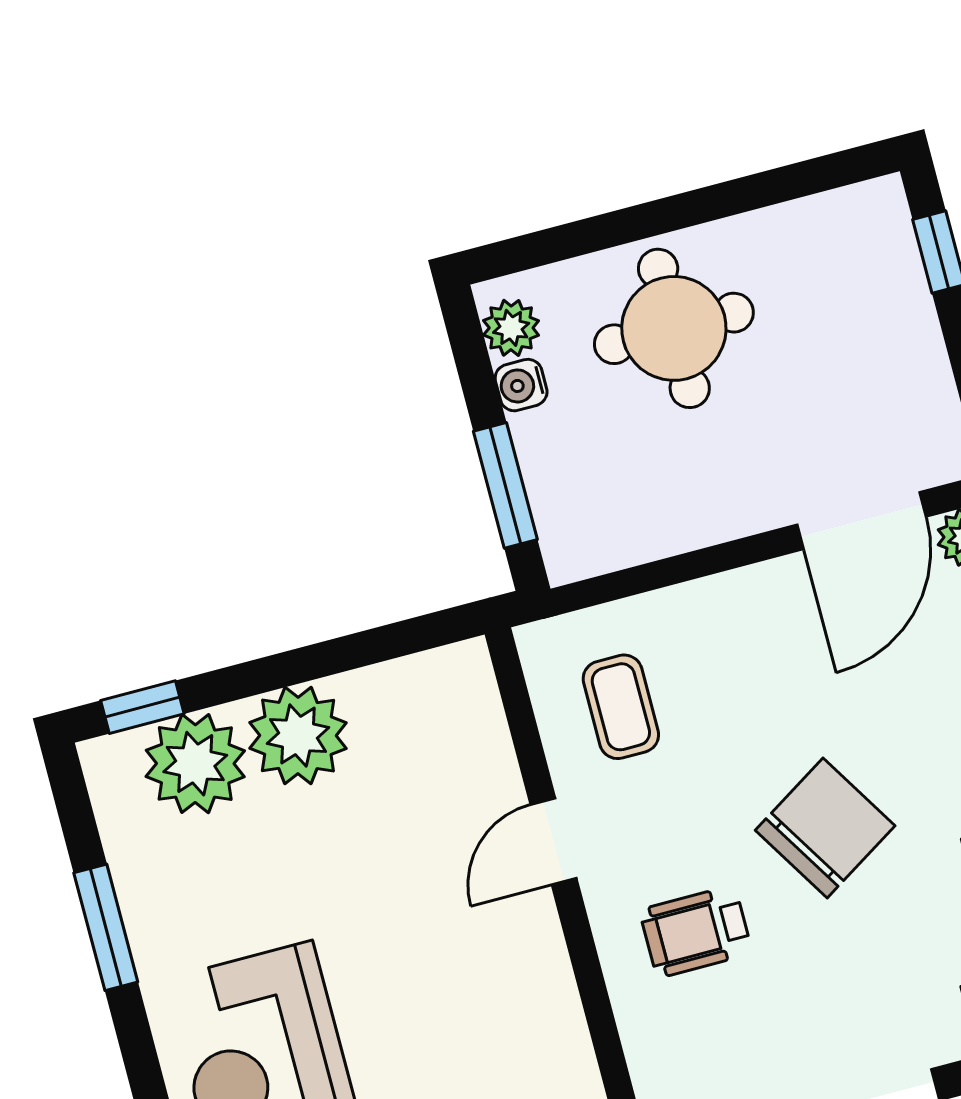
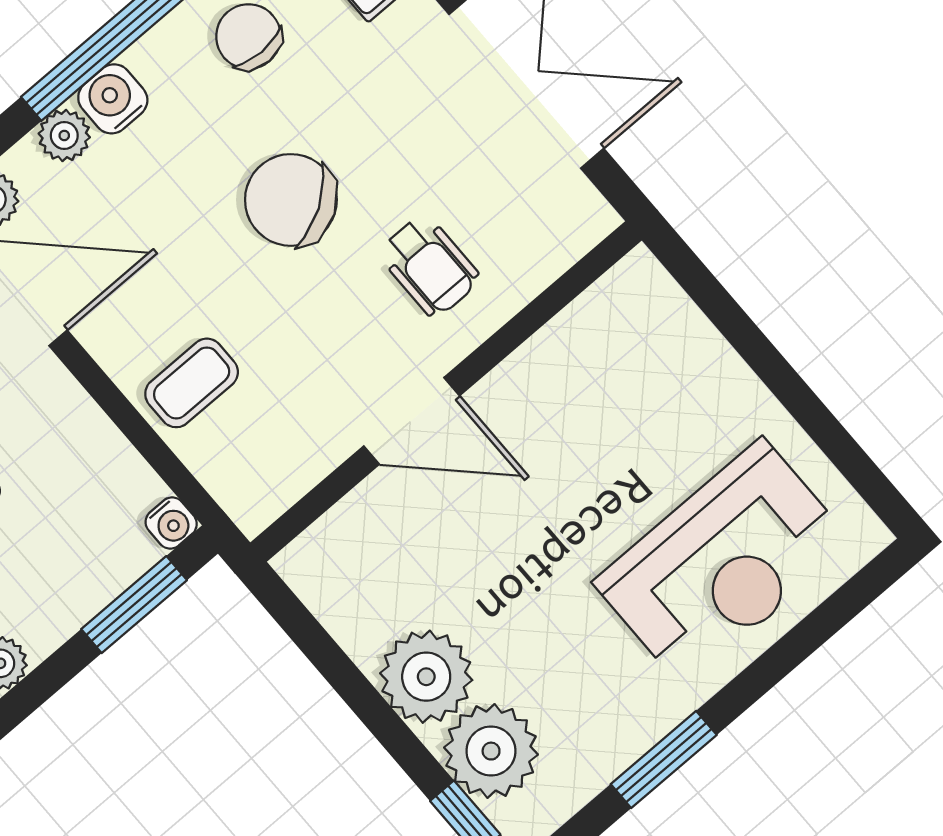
water cooler: (521, 385) -> (171, 523), moved
coffee table: (621, 707) -> (192, 383), moved
door: (554, 841) -> (412, 421), width x1.37

